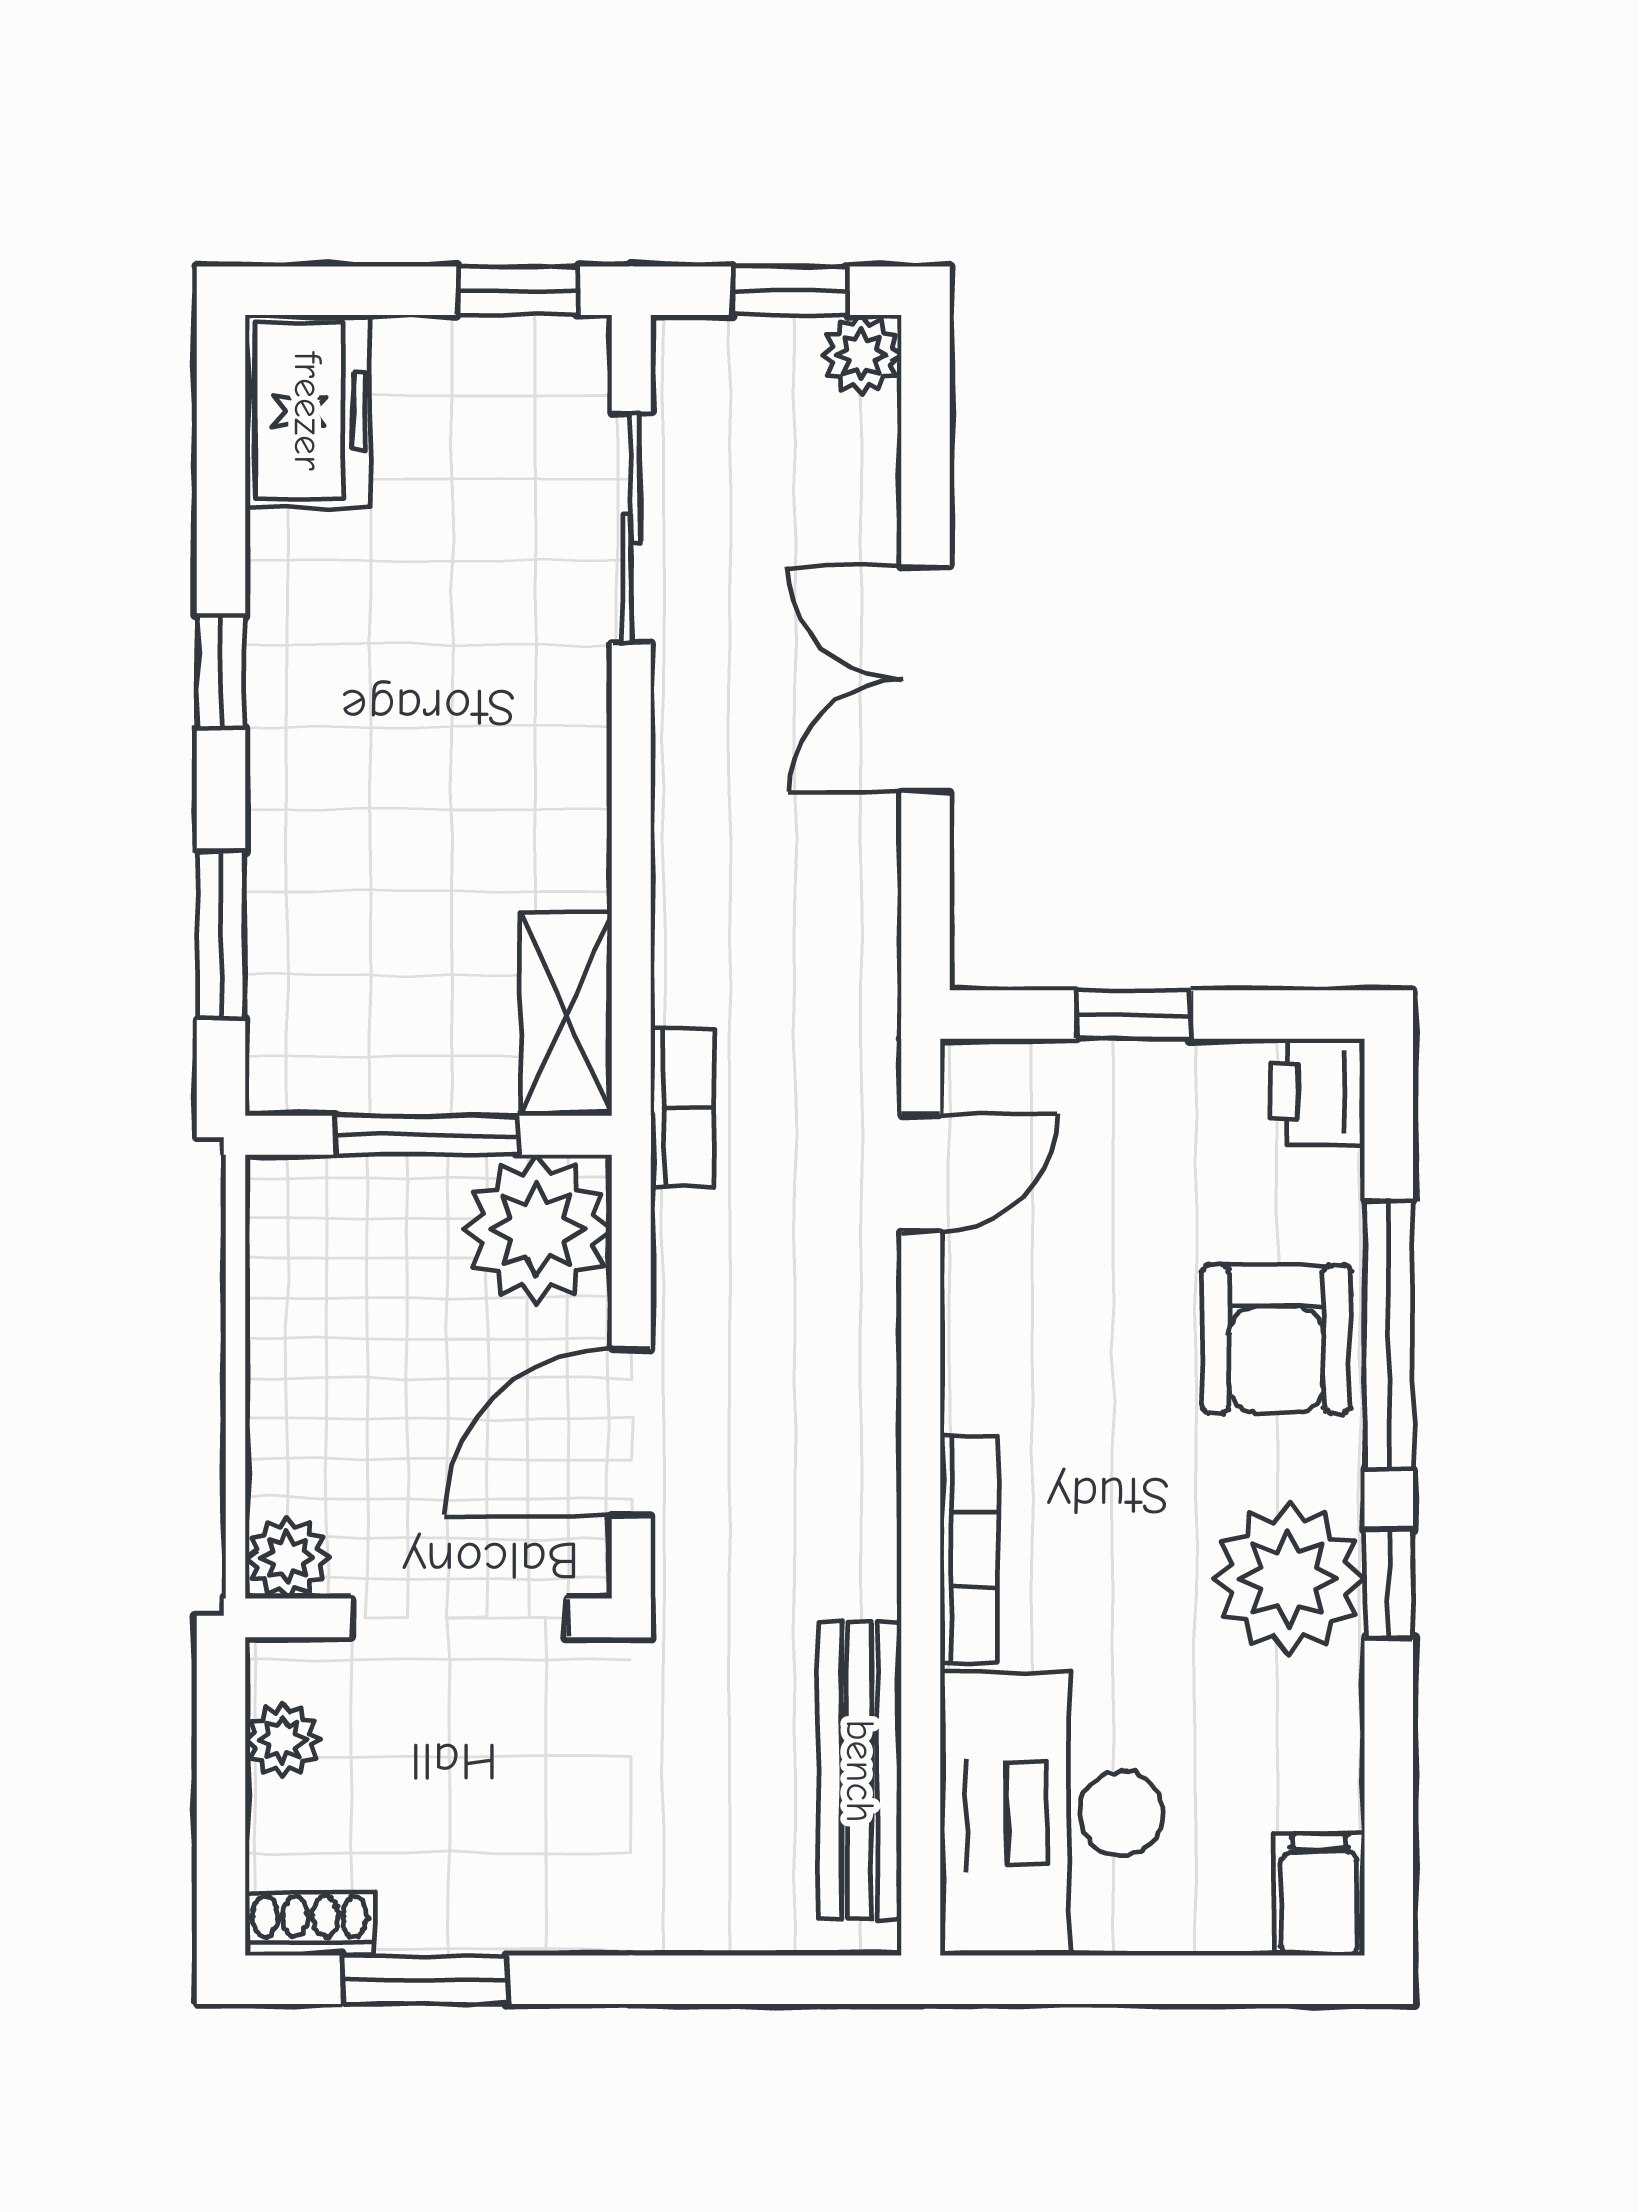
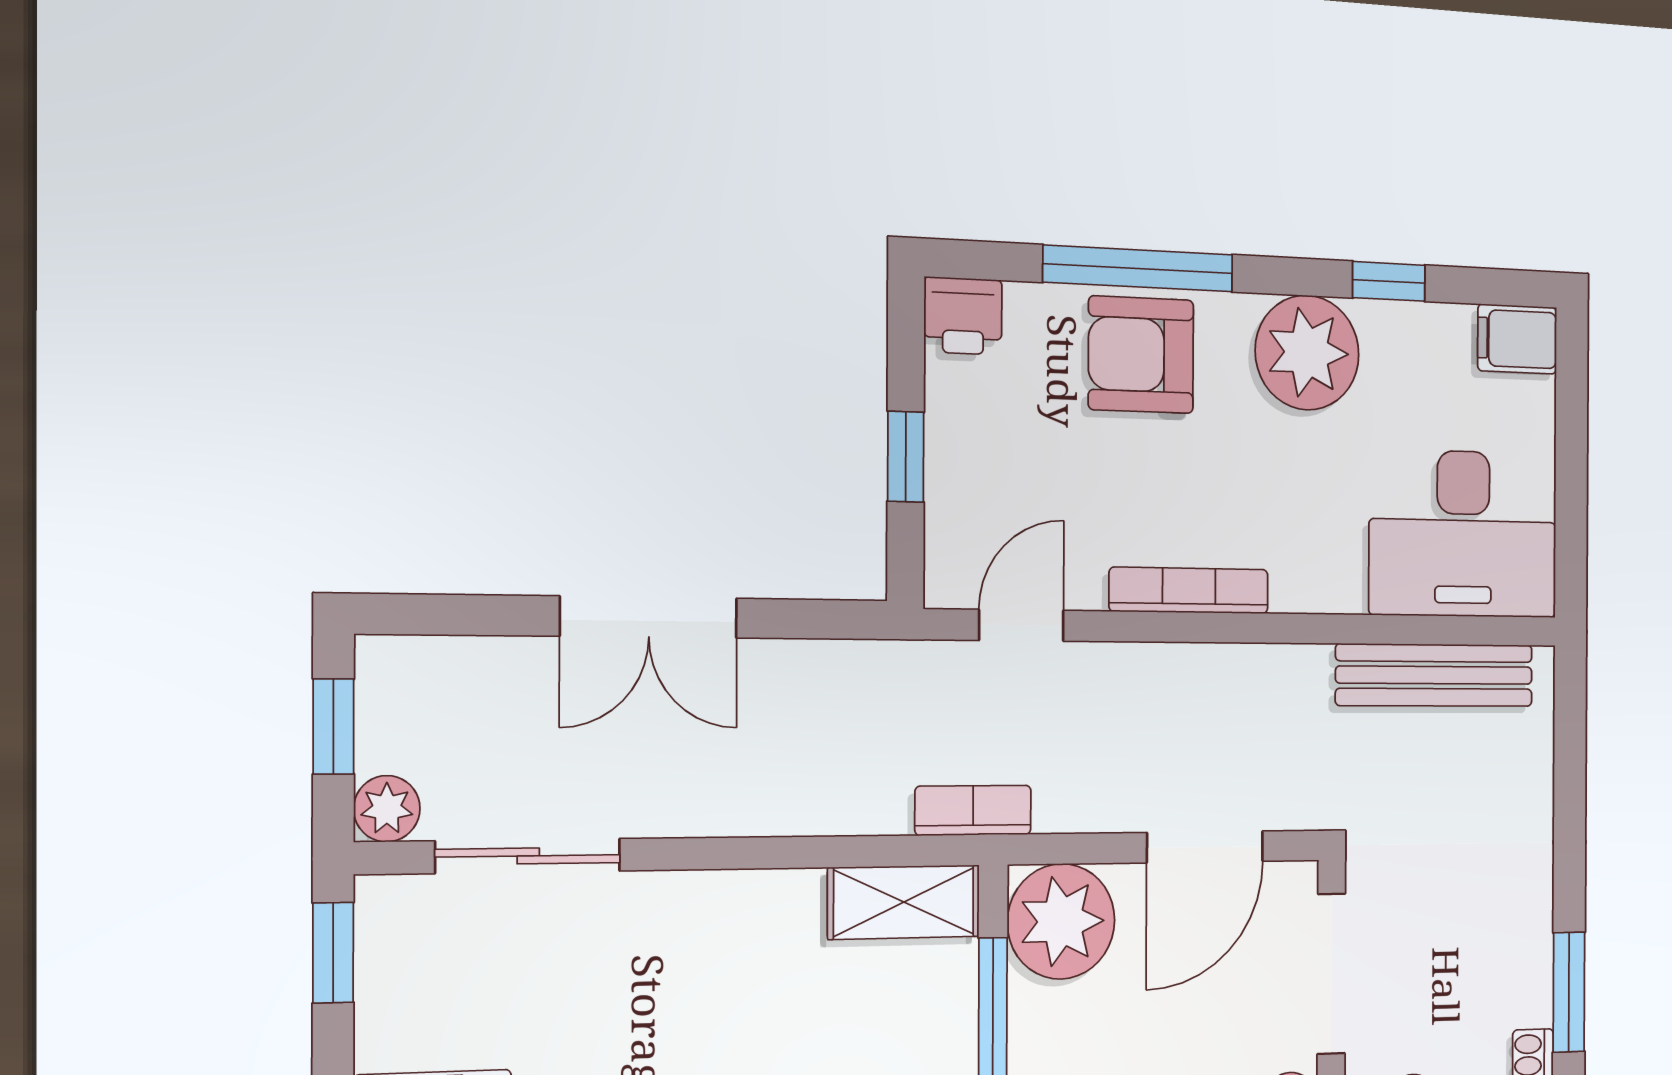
plant: (861, 355) -> (387, 809), moved
door: (921, 1173) -> (1021, 625), hinge flipped
armchair: (1276, 1339) -> (1141, 355), turned 180
door: (631, 1433) -> (1205, 847), hinge flipped
bookcase: (969, 1550) -> (1189, 590), moved
window: (1389, 1584) -> (1389, 281), moved

